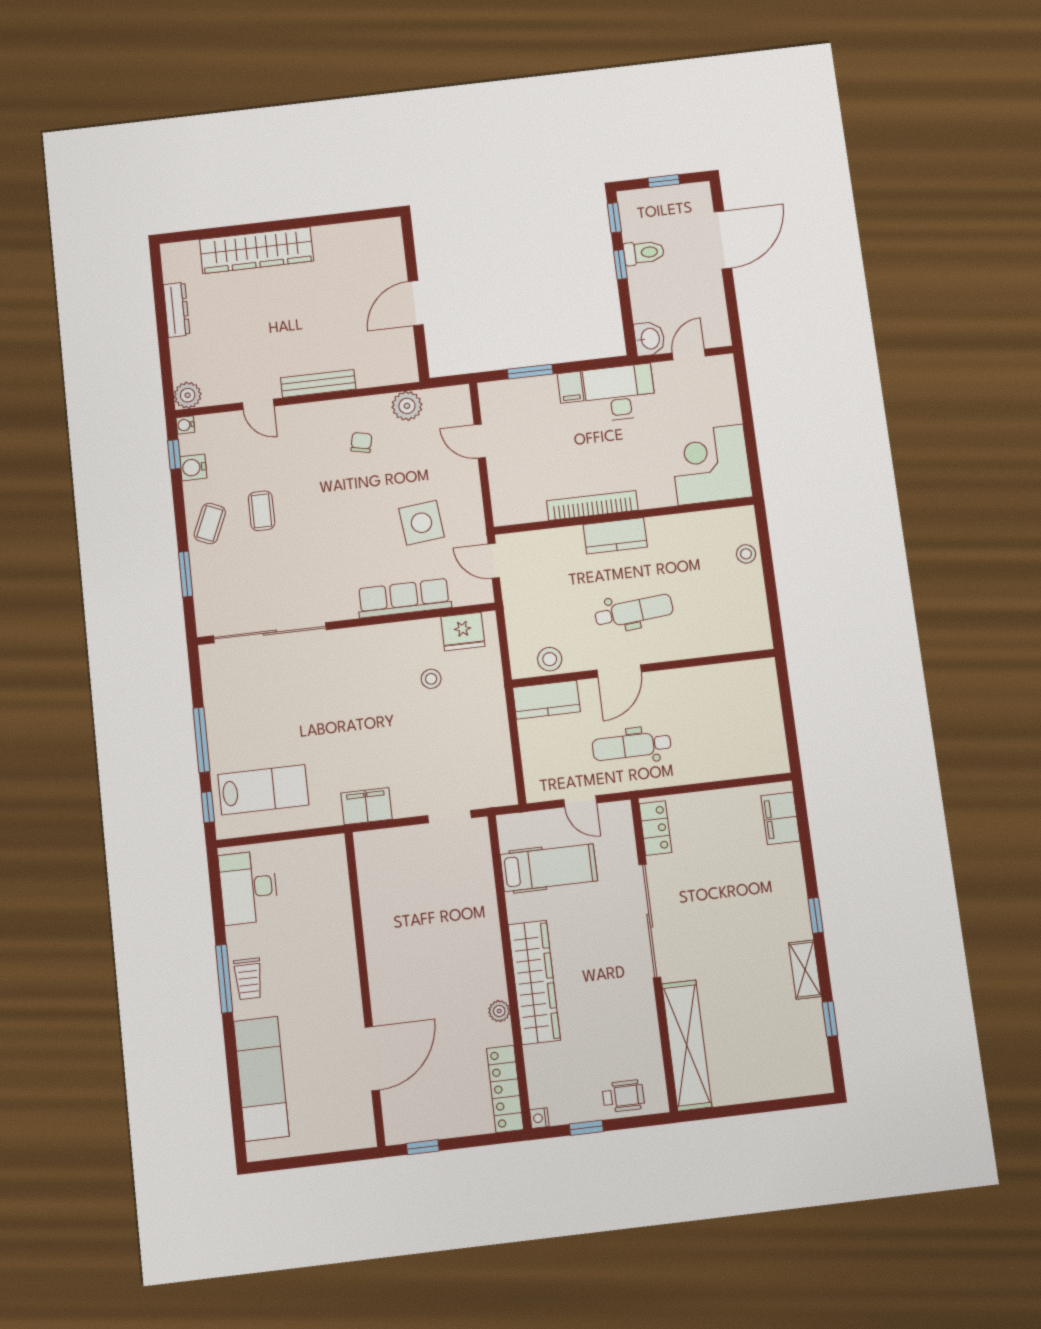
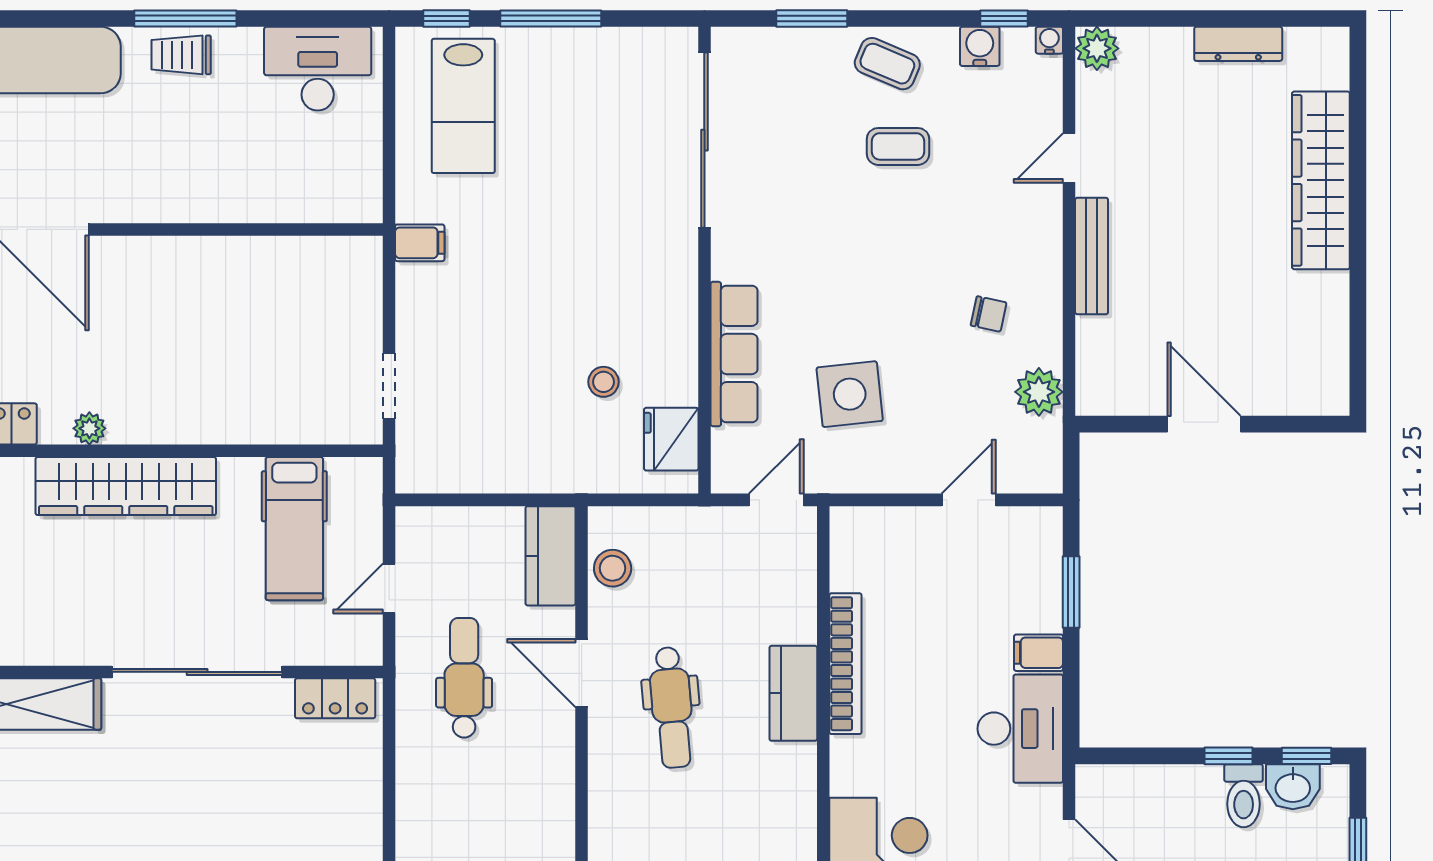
washbasin: (649, 339) -> (1293, 787), moved
filing cabinet: (366, 806) -> (420, 243), width x0.50

